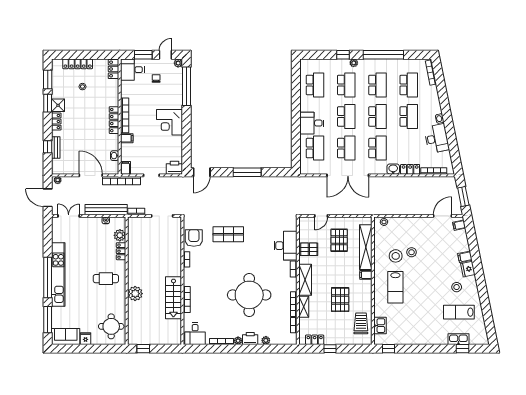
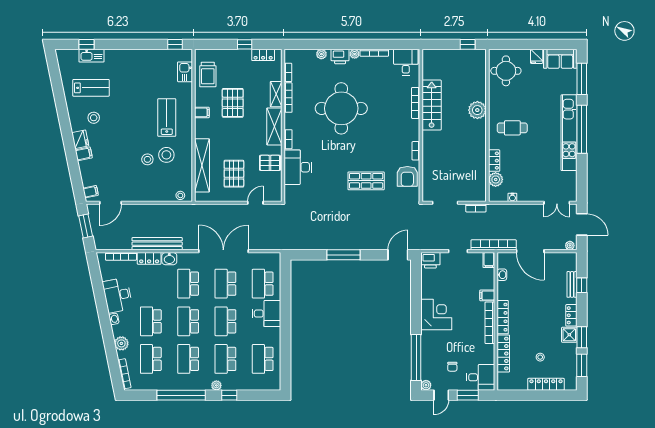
locker: (113, 69) -> (503, 354), moved, width x1.53
plant: (433, 98) -> (121, 343), added
bench: (106, 210) -> (157, 244), moved
filing cabinet: (366, 275) -> (202, 112), moved

